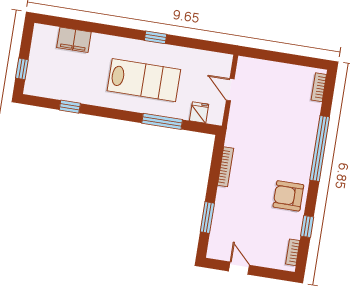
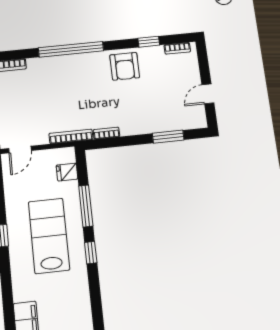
door: (230, 90) -> (20, 150), moved
window: (70, 107) -> (91, 253), moved
bookcase: (233, 125) -> (71, 136), added
bookcase: (225, 167) -> (106, 133), width x0.64

